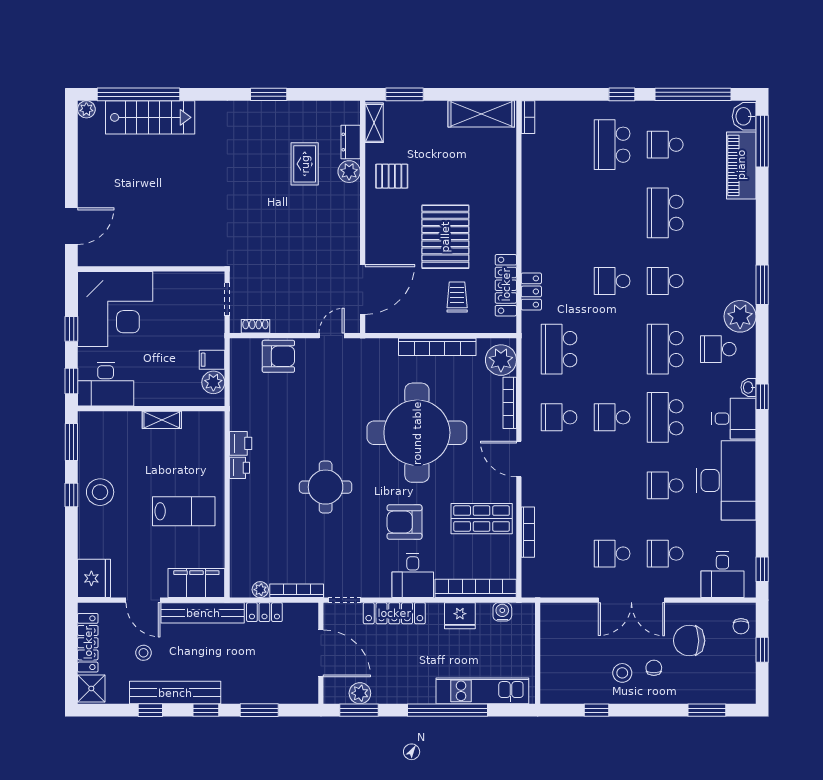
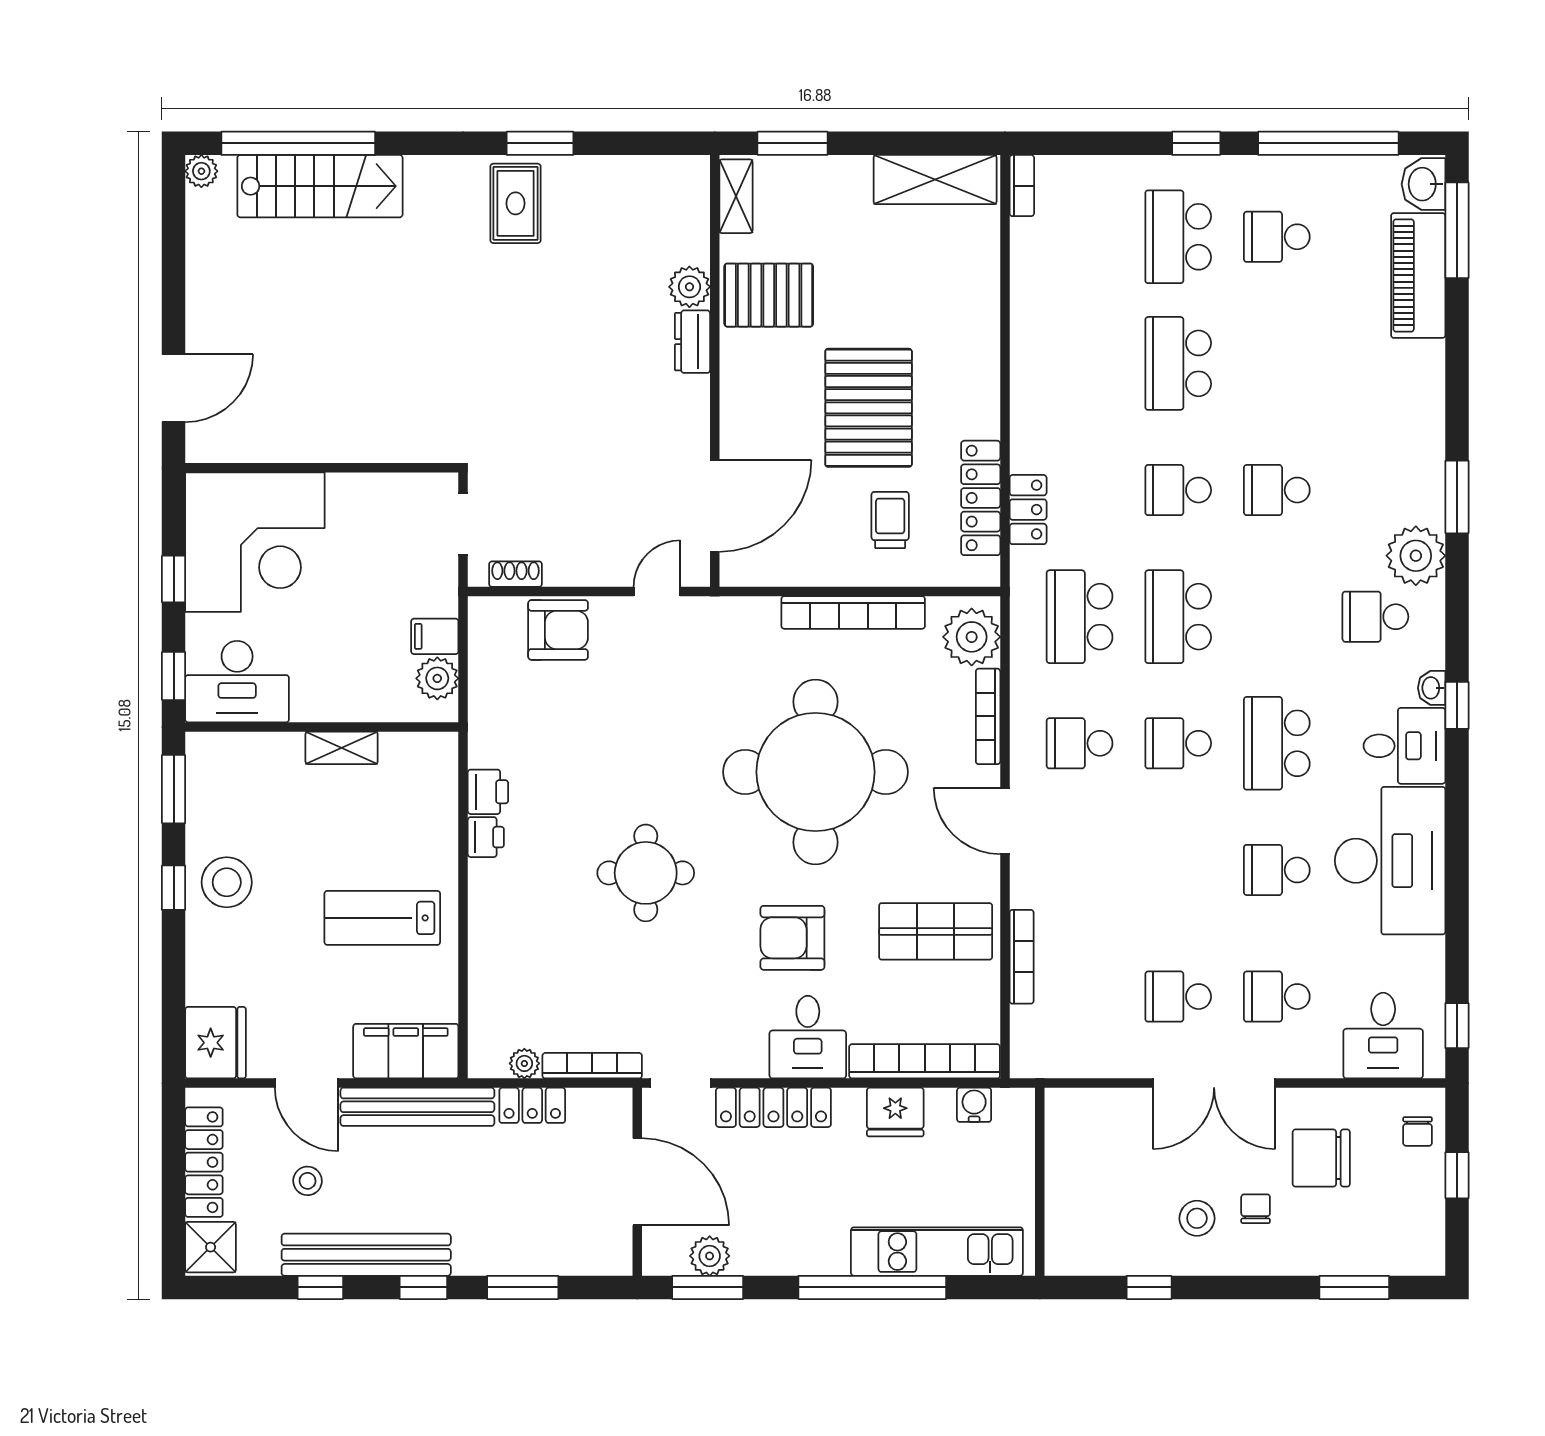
dresser: (351, 142) -> (692, 342), moved
rug: (305, 164) -> (515, 203), moved
pallet: (392, 176) -> (769, 295), width x1.50, depth x1.42
school desk: (665, 213) -> (1178, 363), moved
school desk: (665, 349) -> (1178, 617), moved
lab bench: (184, 511) -> (382, 918), turned 180

